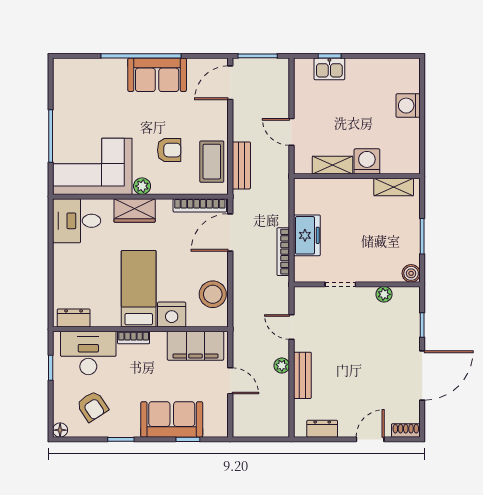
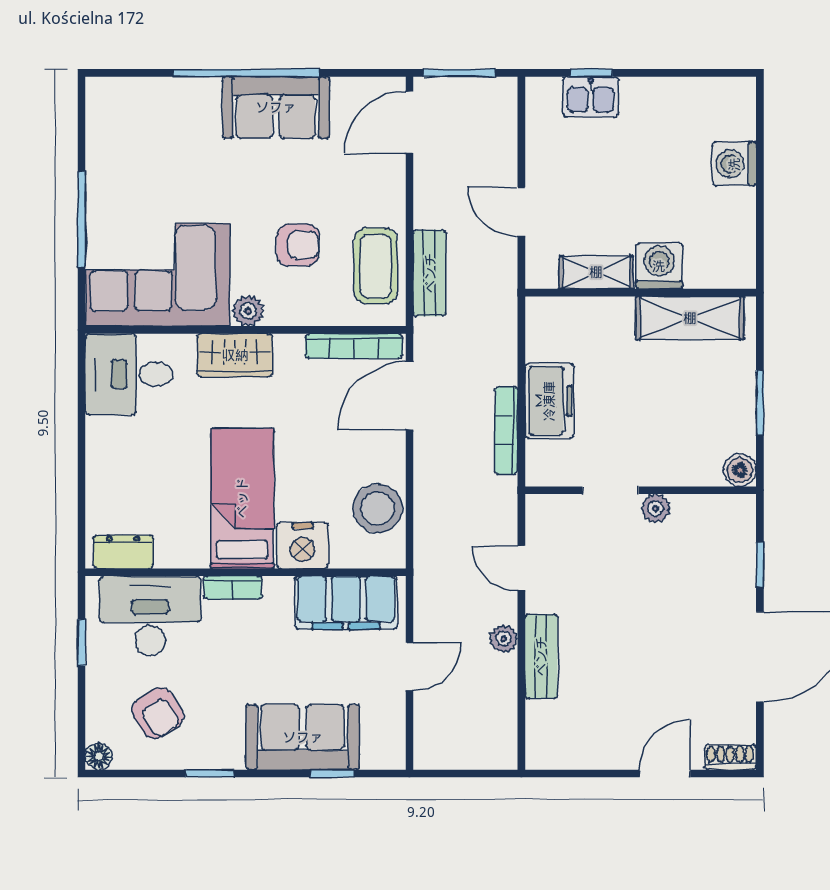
shelving: (394, 187) -> (690, 318), width x1.50, depth x1.33
plant: (384, 294) -> (656, 508), moved
door: (230, 381) -> (409, 666), hinge flipped
dresser: (322, 429) -> (577, 754), removed

